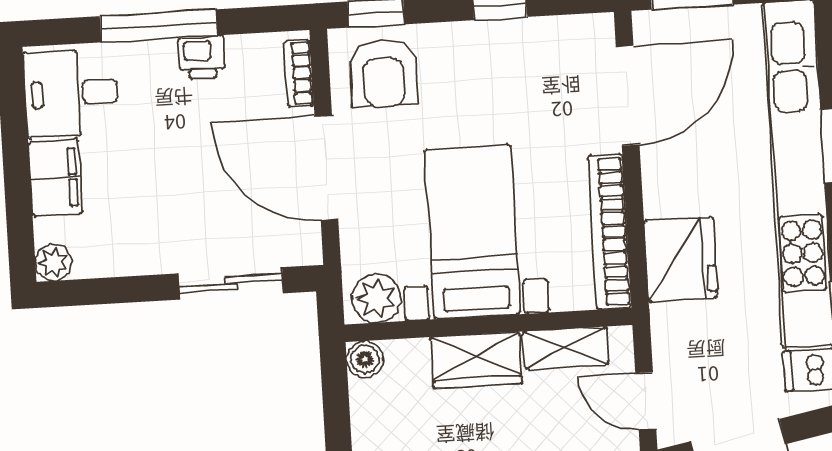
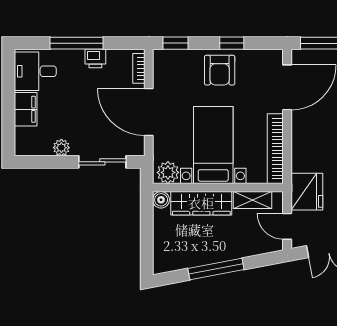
armchair: (383, 73) -> (220, 70), moved
fridge: (681, 259) -> (307, 192), moved
plant: (54, 262) -> (61, 148), moved
wardrobe: (476, 360) -> (201, 203), width x1.50

